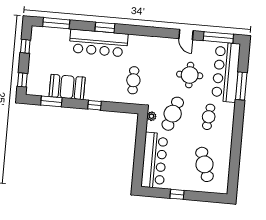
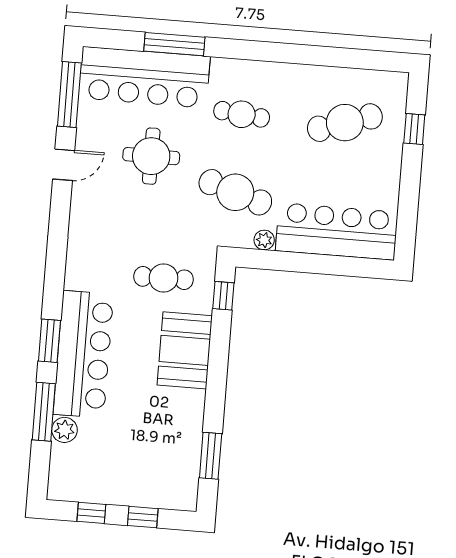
window: (56, 23) -> (44, 412), moved
plant: (64, 34) -> (64, 430), added
window: (22, 80) -> (143, 517), moved
booth: (67, 87) -> (185, 350), moved
window: (94, 105) -> (223, 296), moved
plant: (152, 116) -> (264, 240), moved
window: (177, 194) -> (414, 129), moved

